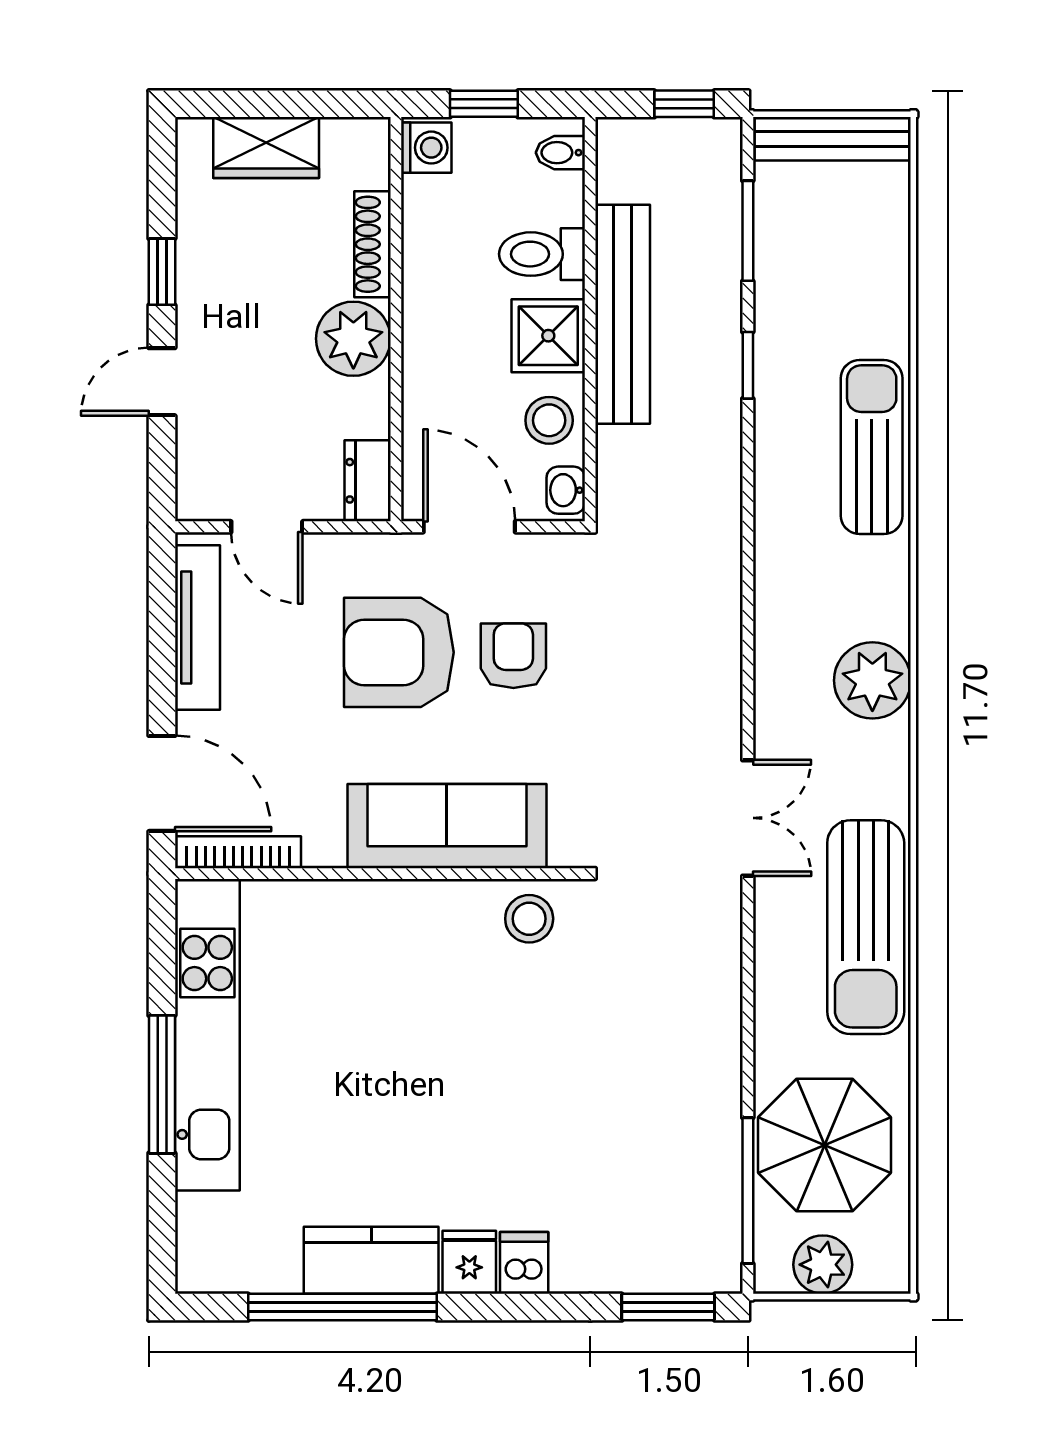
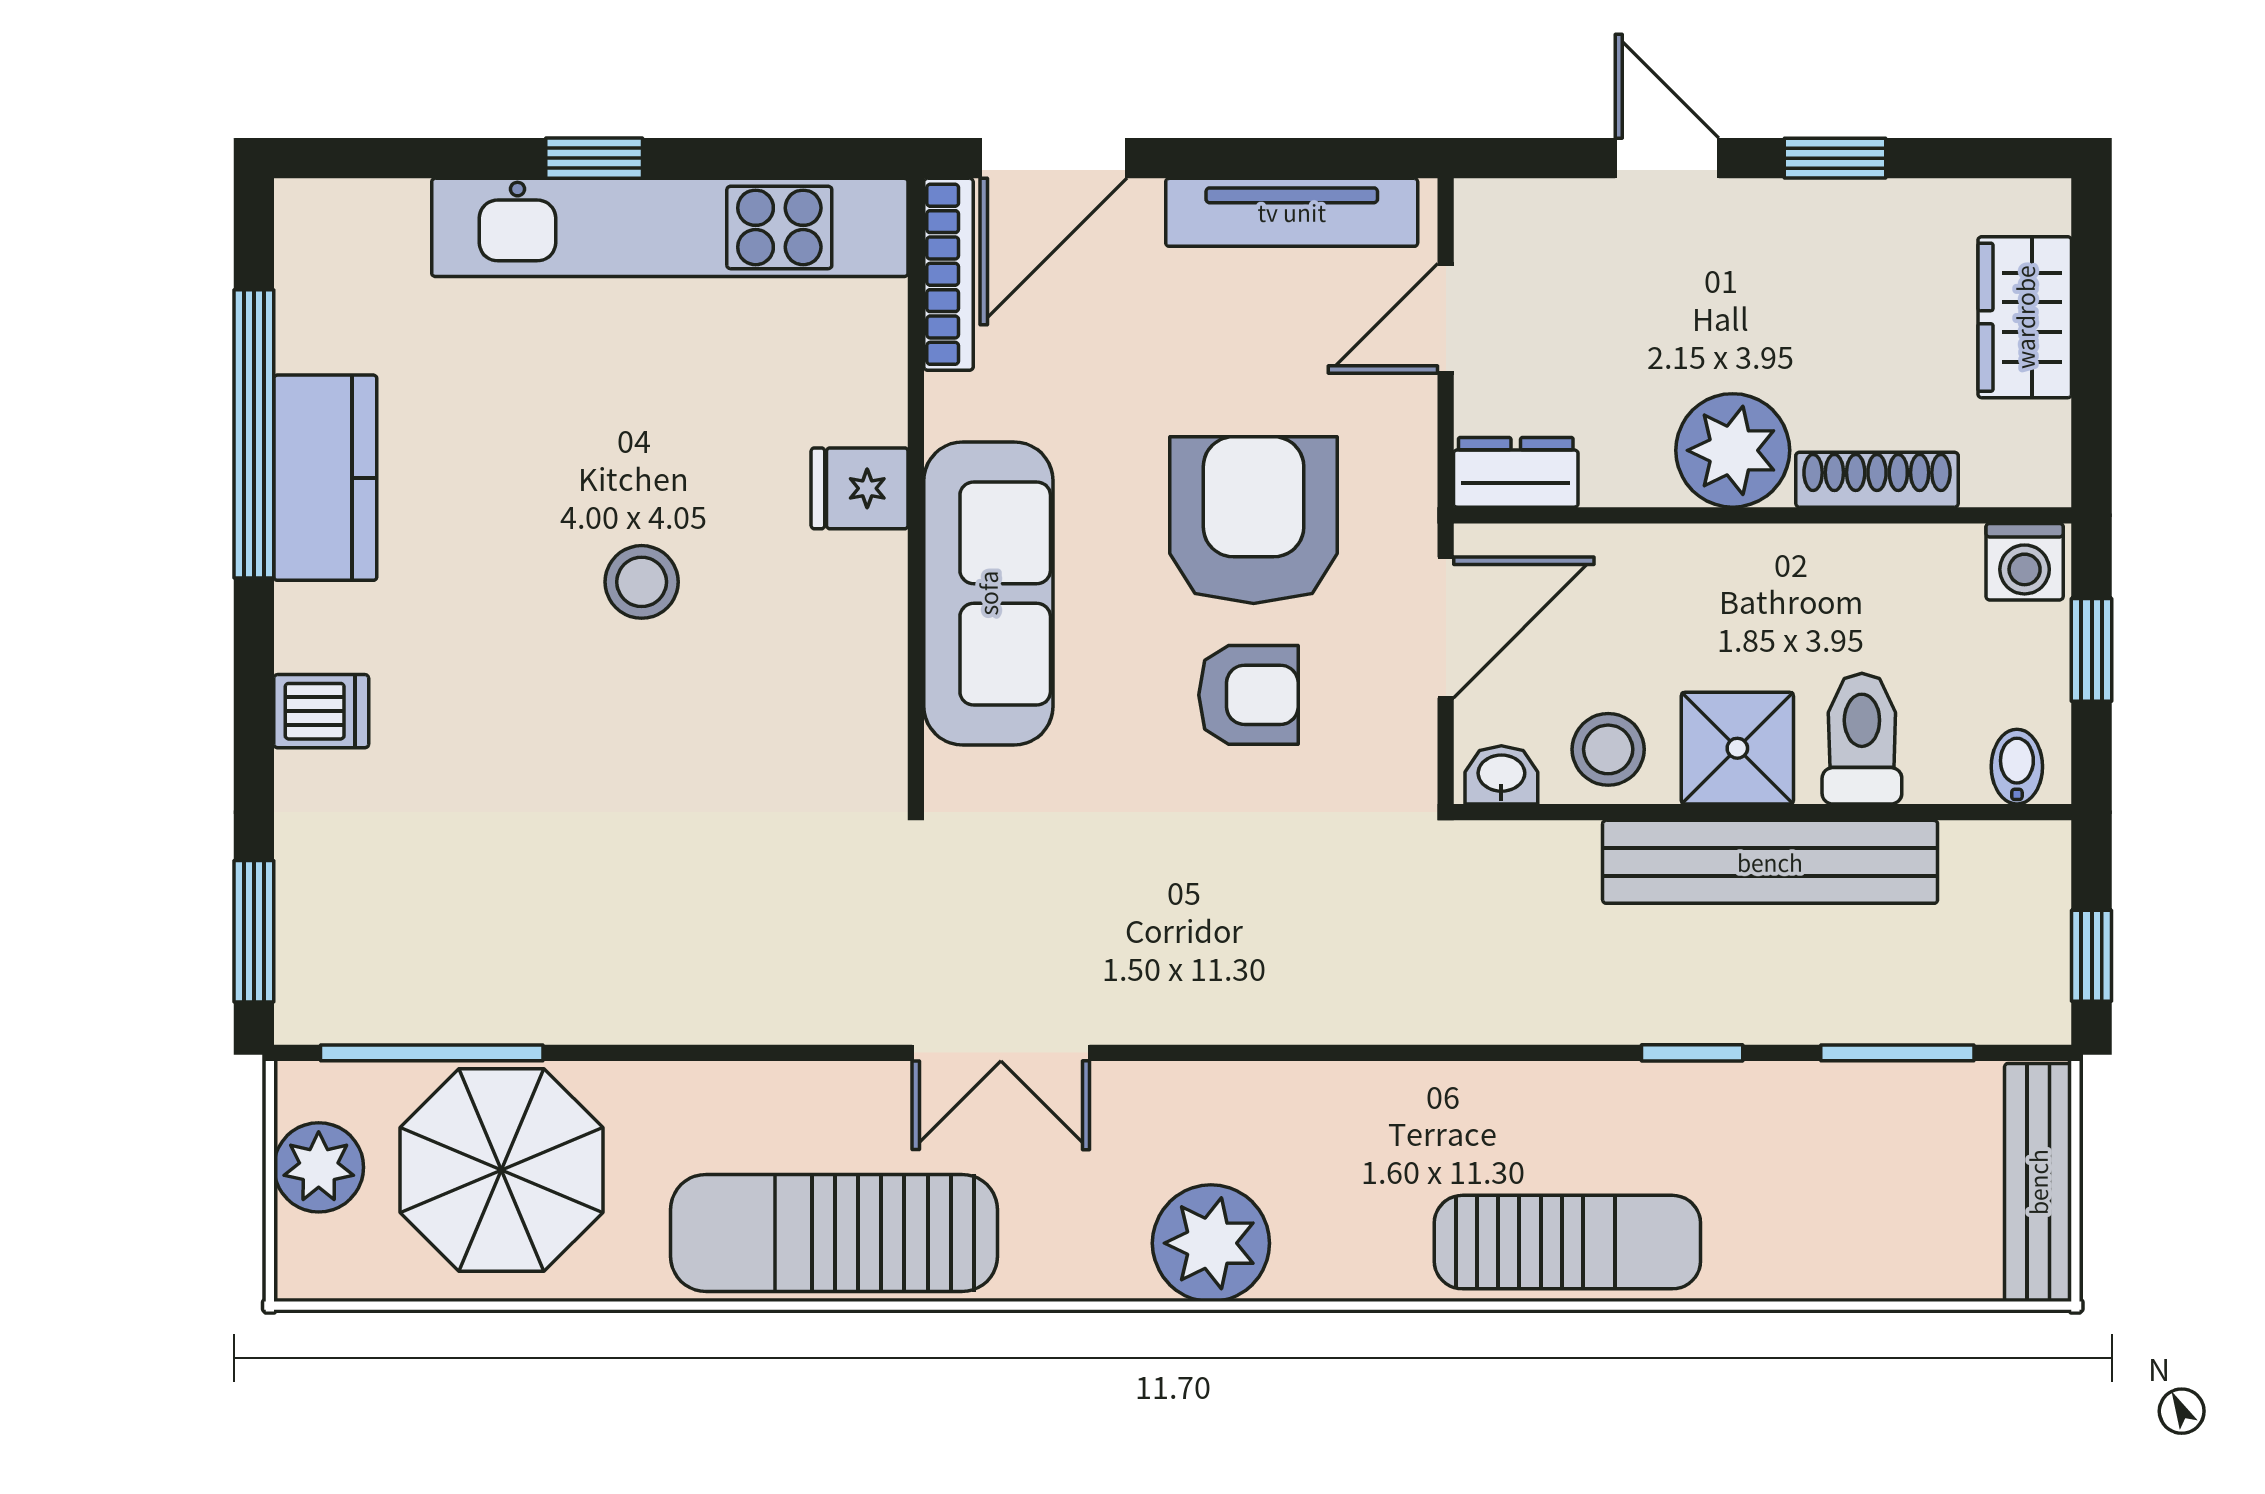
stool: (529, 919) -> (642, 582), moved
window: (162, 1084) -> (594, 158), width x0.46
fridge: (469, 1262) -> (860, 488), moved, turned 180

